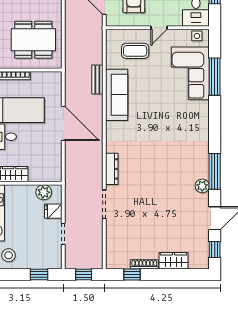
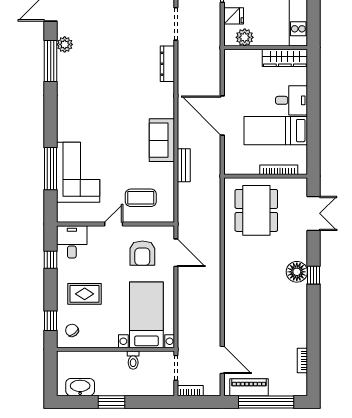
side table: (197, 36) -> (71, 215), removed
dining table: (33, 40) -> (256, 210), turned 90
sofa: (117, 95) -> (162, 140), width x0.73

